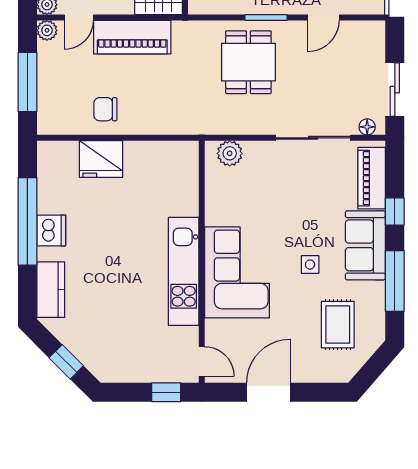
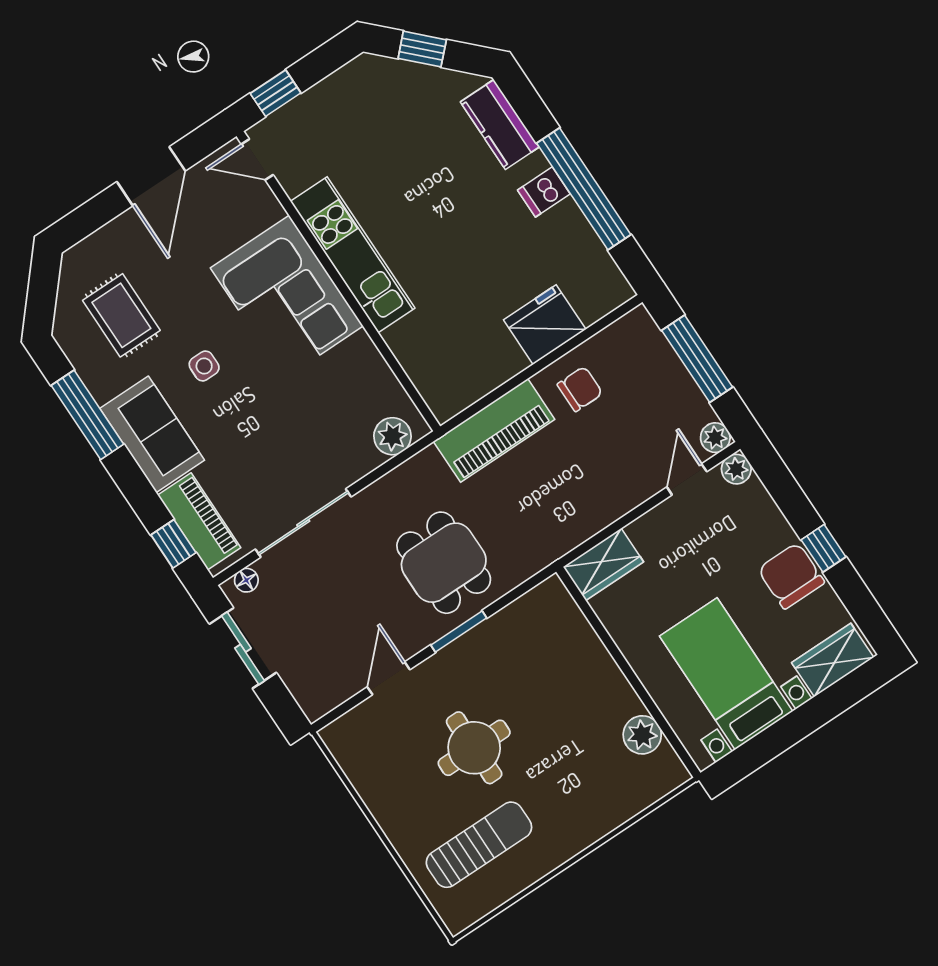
piano: (132, 37) -> (494, 430), moved, turned 180
window: (395, 212) -> (173, 544), moved
dishwasher: (51, 230) -> (544, 192), width x0.73

